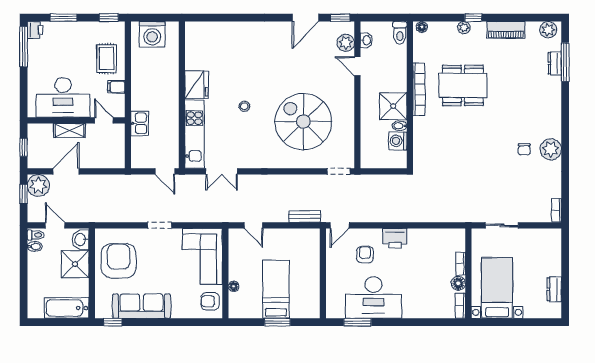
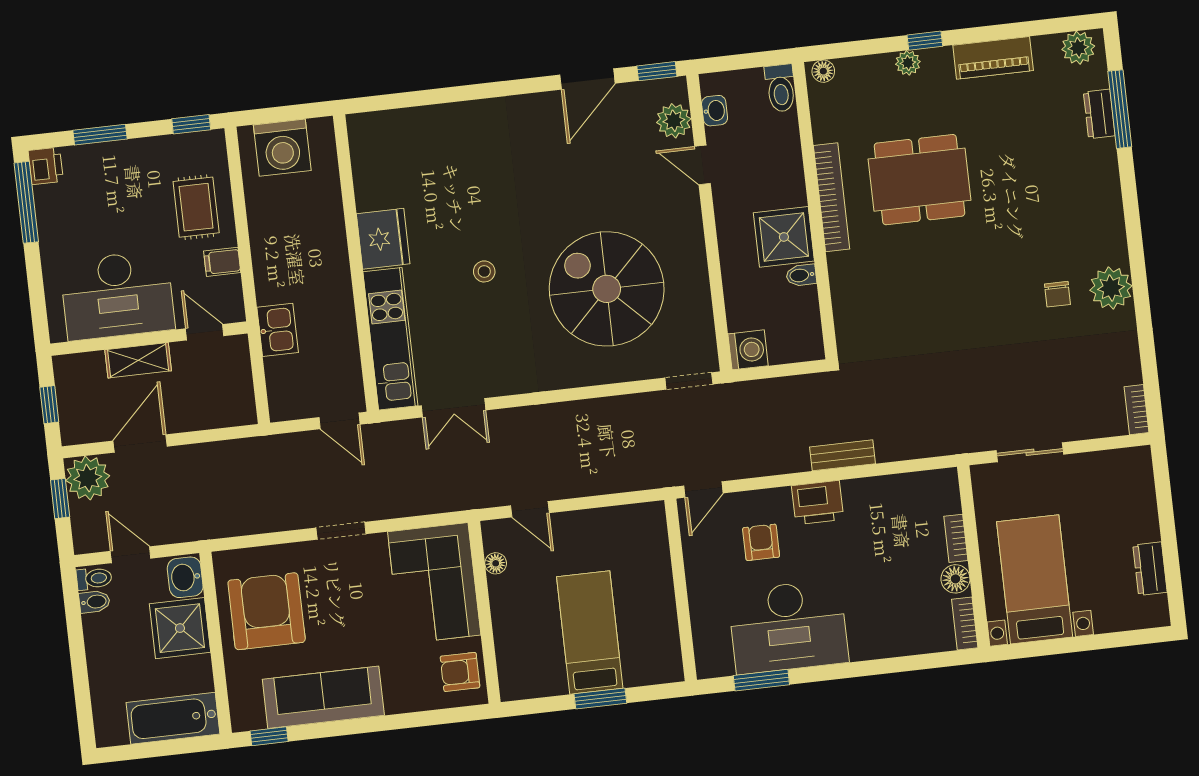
washing machine: (398, 141) -> (748, 350), moved, turned 180
bench: (305, 216) -> (842, 455), moved
floor lamp: (234, 286) -> (496, 563), moved

